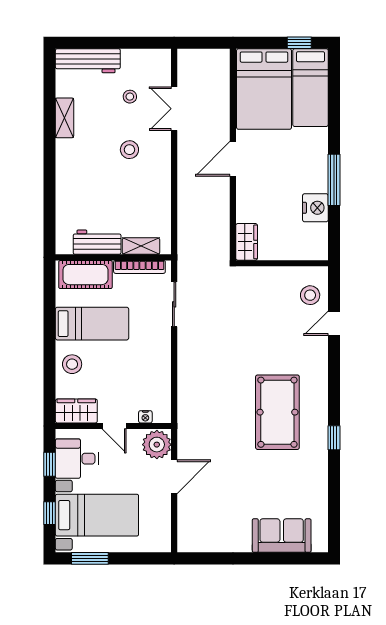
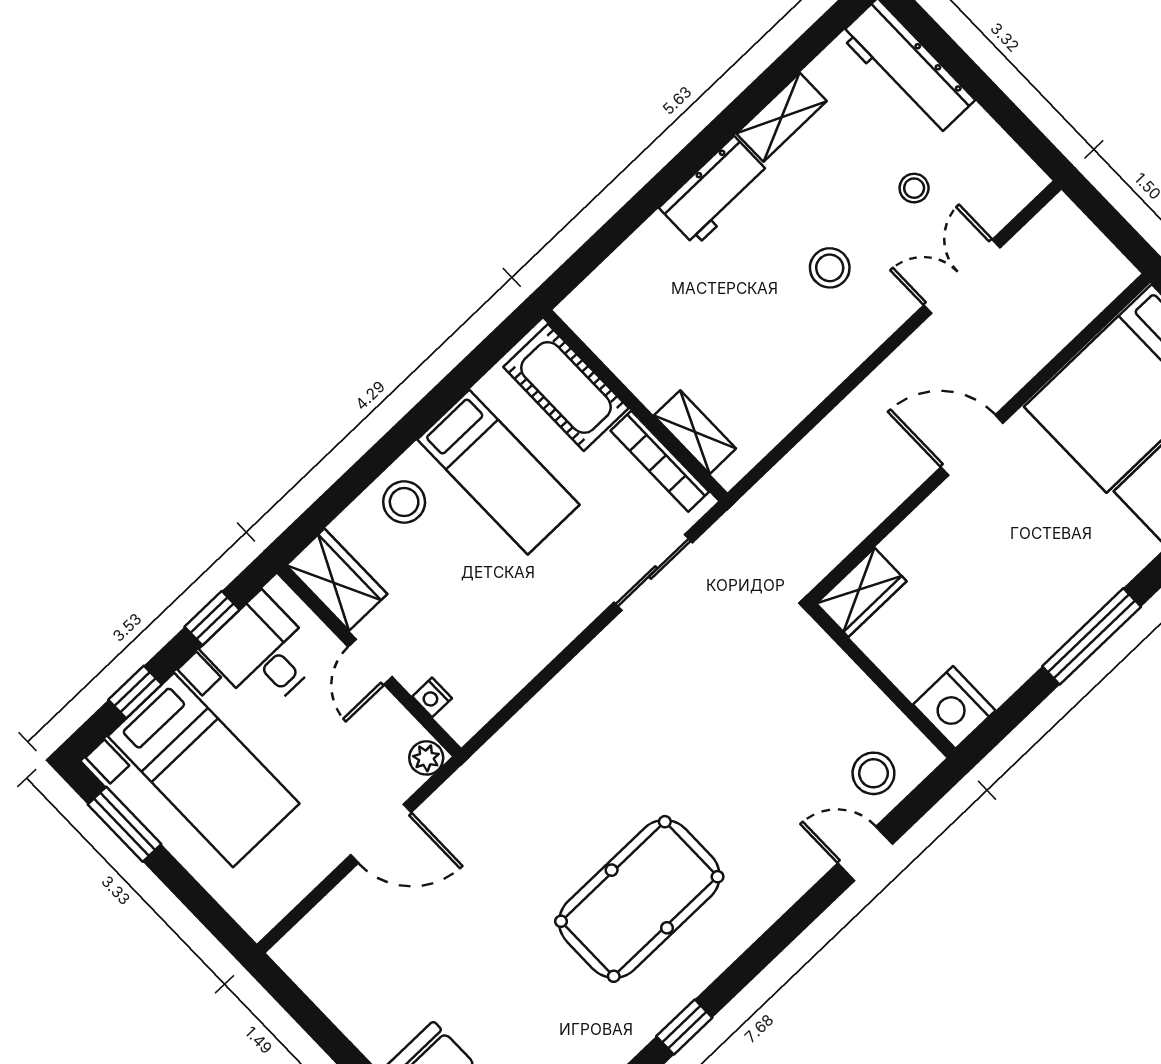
nightstand: (315, 208) -> (954, 707), moved, turned 90
workbench: (97, 242) -> (715, 191), moved, turned 90
plant: (157, 445) -> (426, 758), width x0.53, depth x0.53

